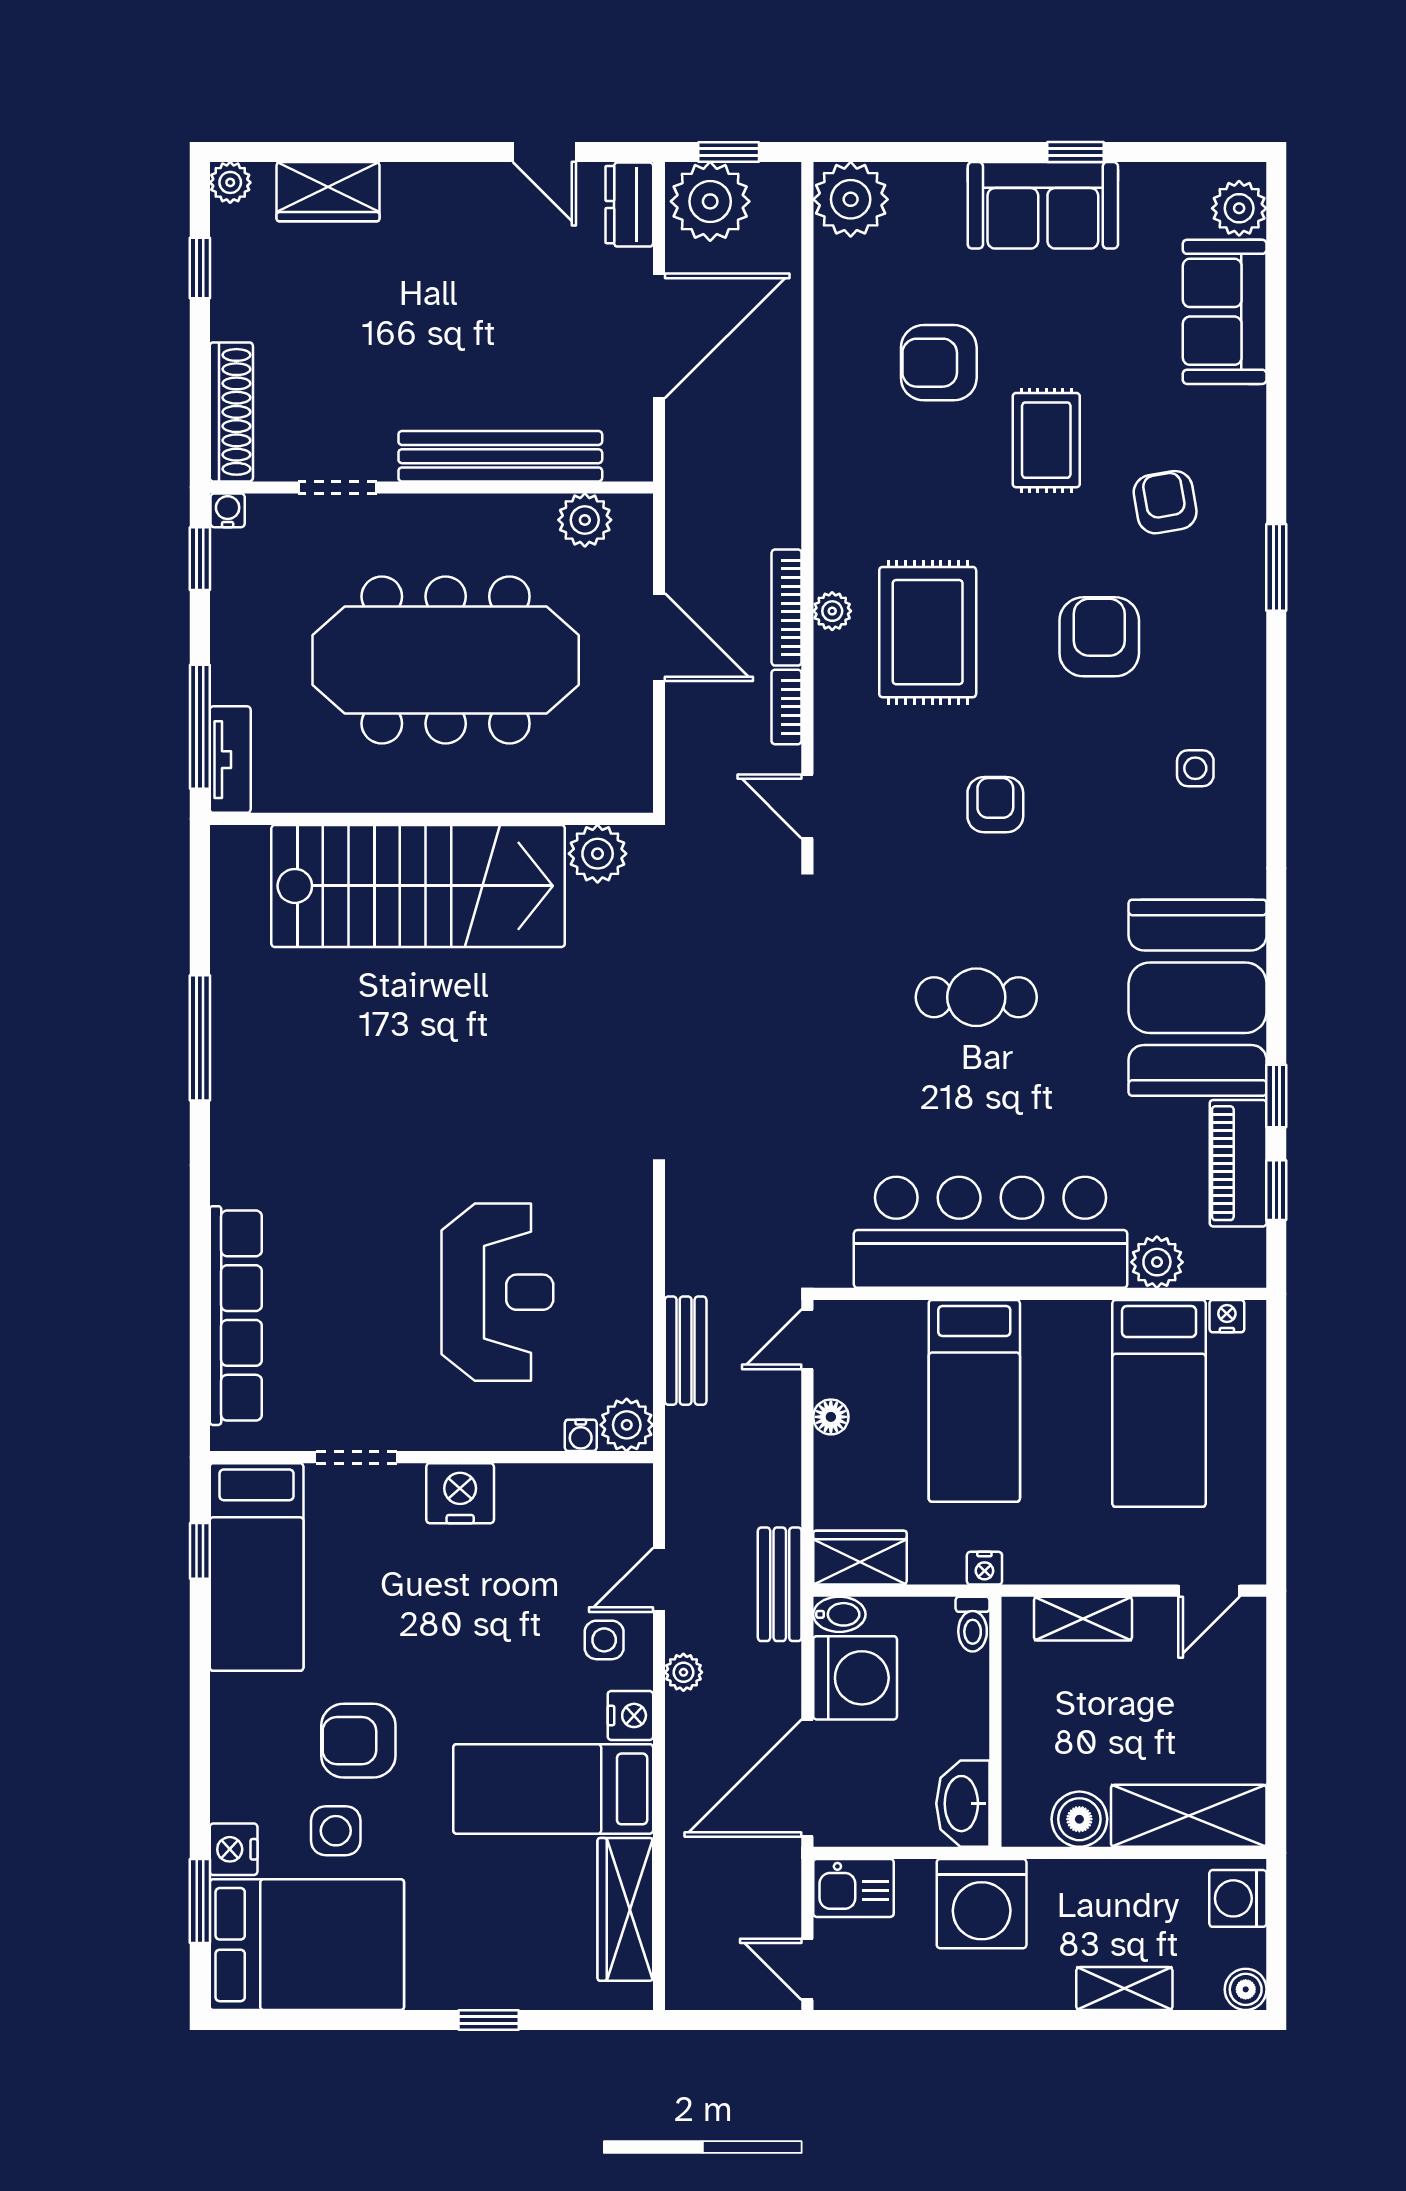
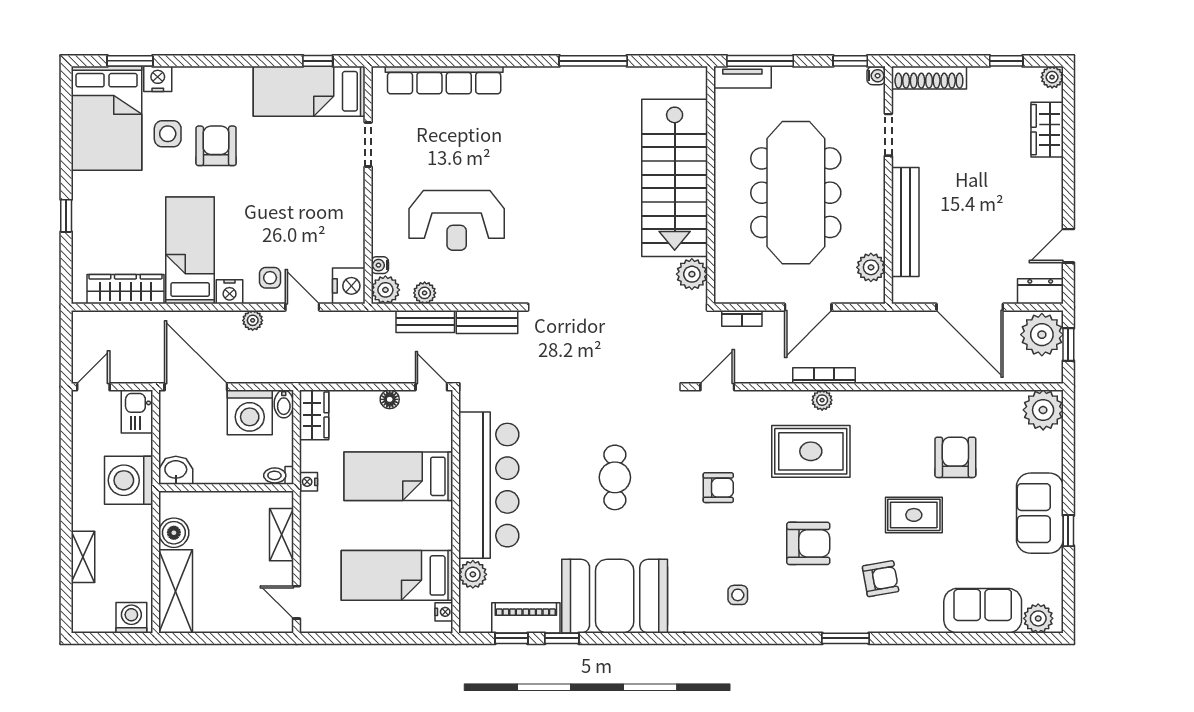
bookcase: (786, 707) -> (742, 318), moved, turned 180
plant: (632, 1352) -> (425, 293), added
nightstand: (460, 1493) -> (349, 286), moved
bench: (780, 1584) -> (487, 322), moved
washbasin: (963, 1804) -> (176, 470), width x0.72
boiler: (1246, 1989) -> (83, 622), removed

